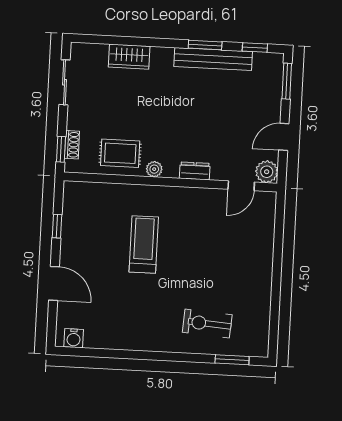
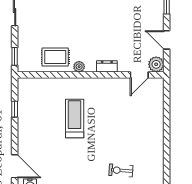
door: (284, 137) -> (167, 40), hinge flipped
shoe rack: (72, 145) -> (22, 53), removed
door: (54, 283) -> (15, 166), moved
exercise bike: (207, 324) -> (121, 170), width x0.73, depth x0.72

